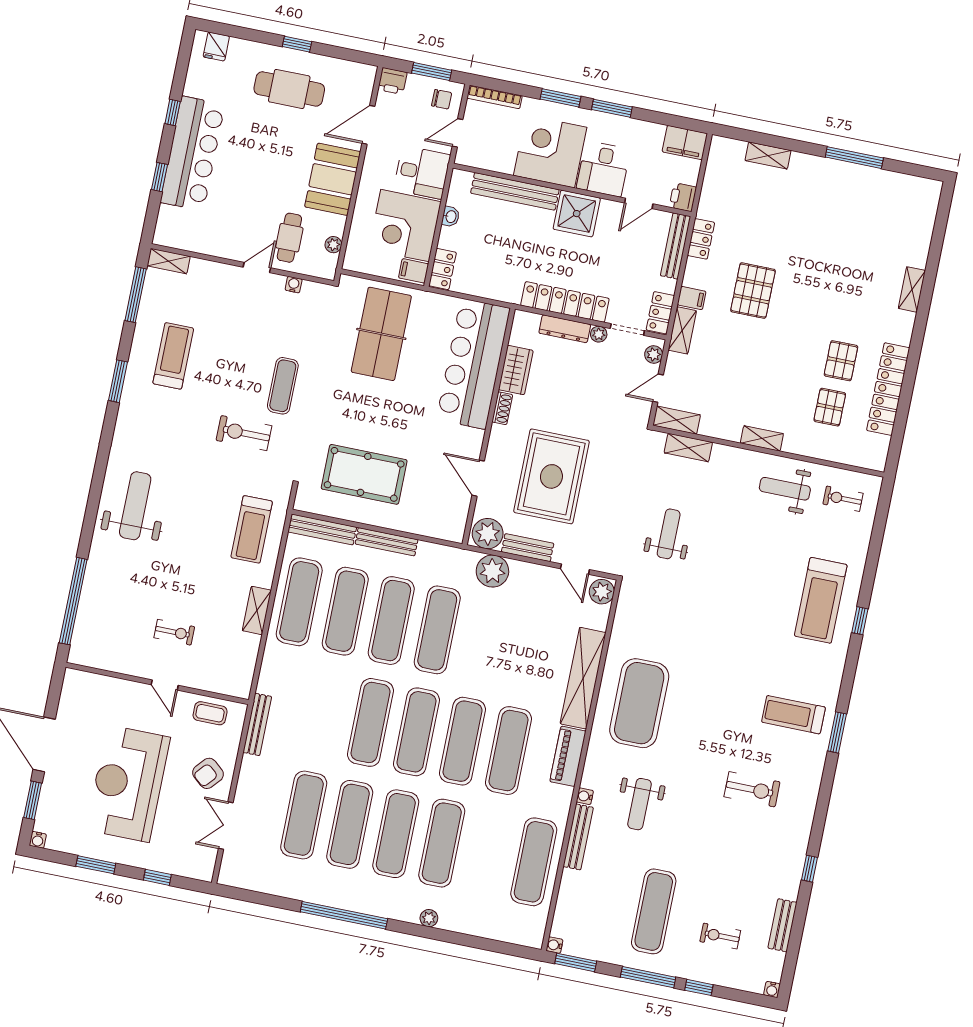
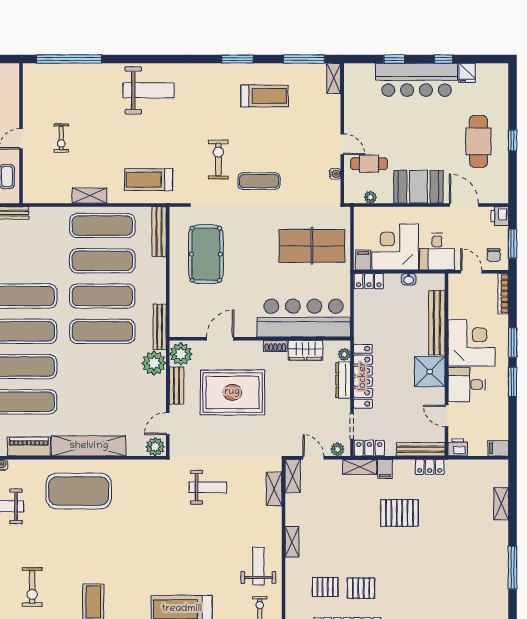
fridge: (216, 47) -> (467, 73), moved, turned -90
filing cabinet: (685, 143) -> (498, 448), width x0.50
plant: (599, 334) -> (344, 354), moved
bench: (387, 542) -> (160, 327), moved

